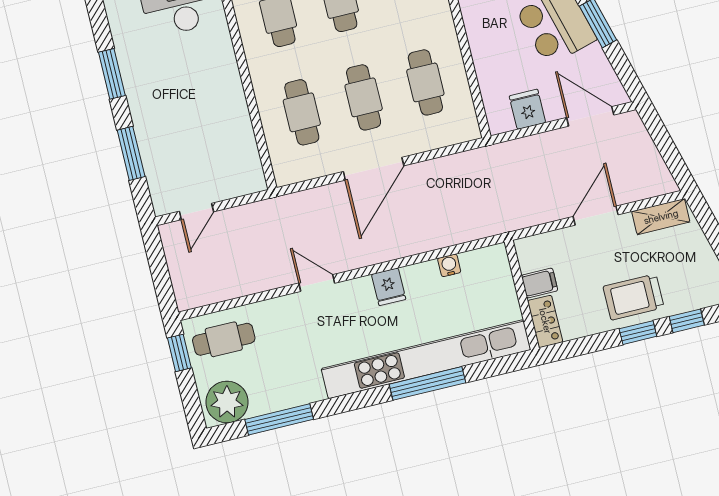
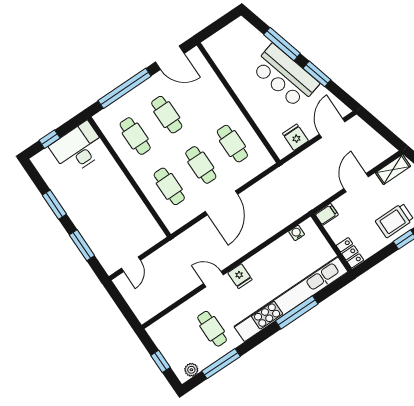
door: (590, 116) -> (332, 128), hinge flipped
water cooler: (449, 265) -> (297, 233), moved
filing cabinet: (540, 283) -> (327, 214), moved
fridge: (389, 287) -> (240, 276), moved
cafe table: (224, 339) -> (212, 329), moved, turned 90
window: (179, 353) -> (160, 361), moved
plant: (227, 402) -> (191, 370), width x0.53, depth x0.53

